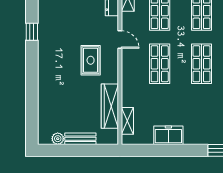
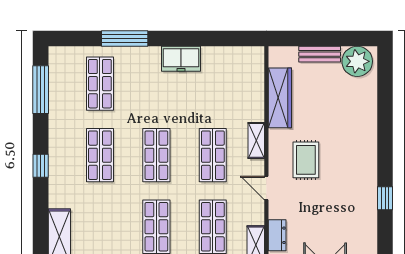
shelving: (127, 121) -> (256, 140), moved
freezer: (168, 135) -> (181, 59), moved
plant: (58, 139) -> (357, 61), width x1.87, depth x1.87

